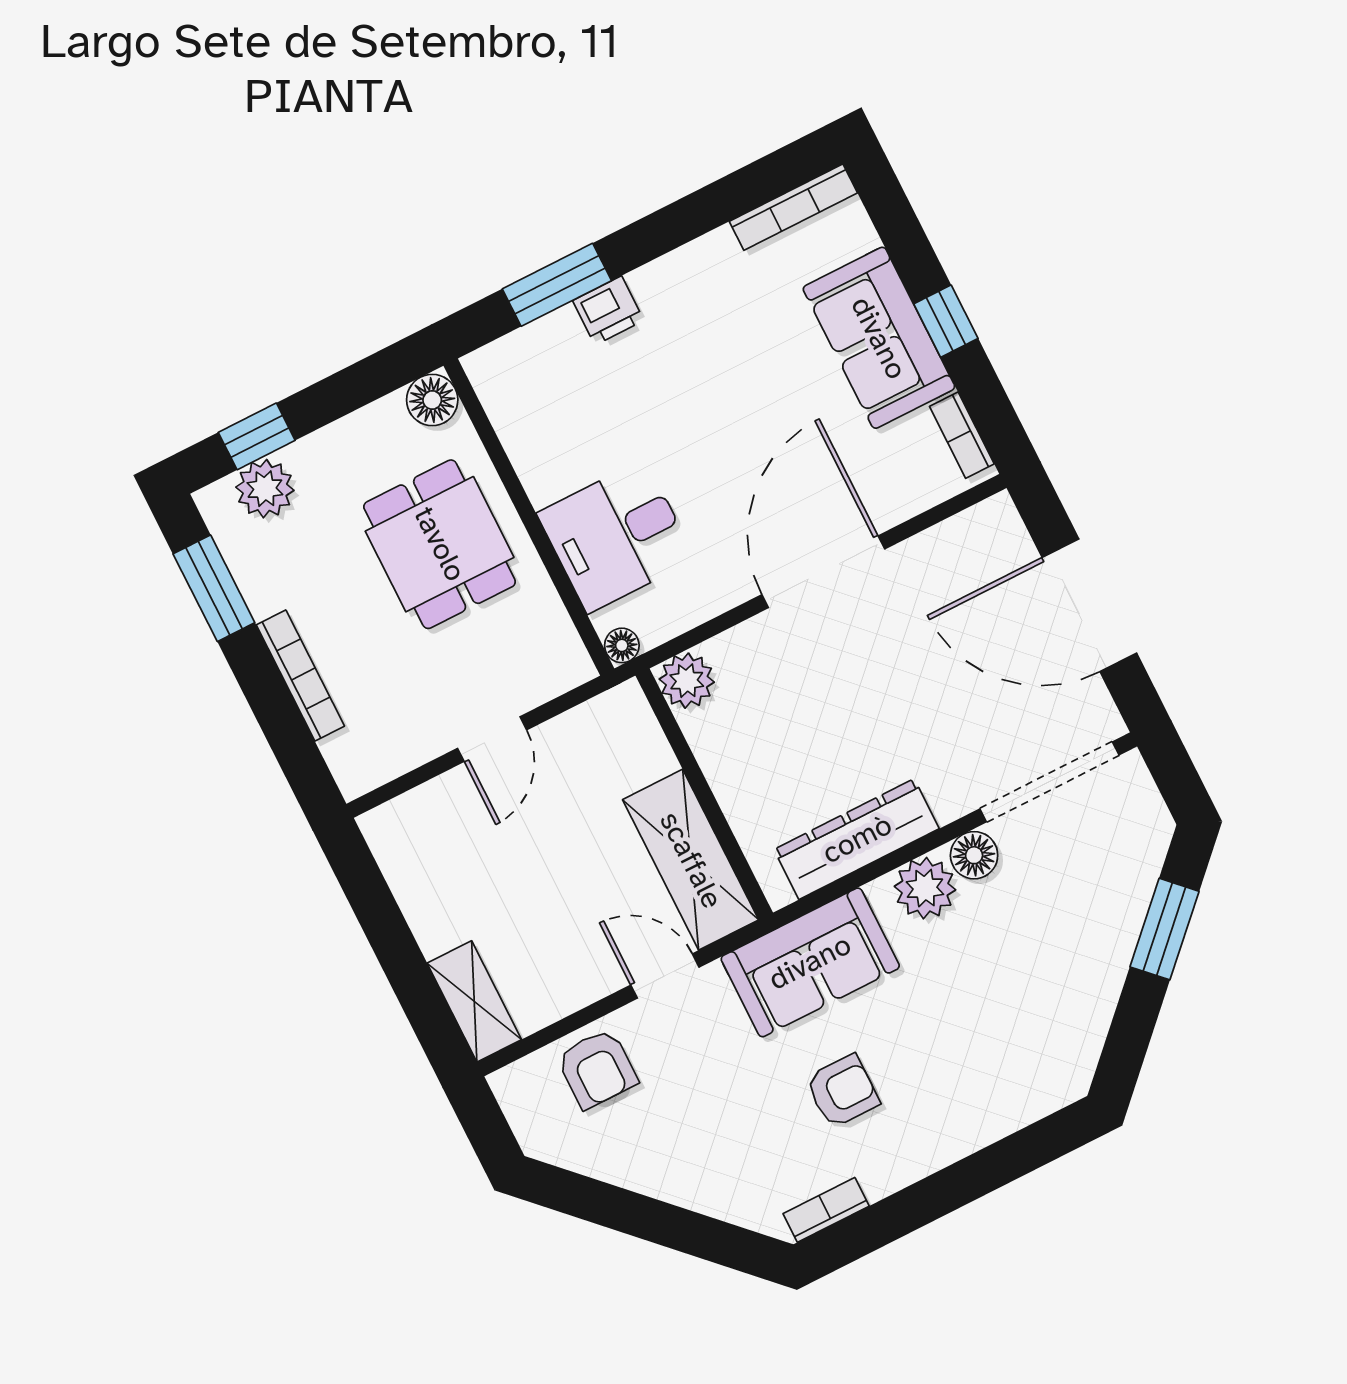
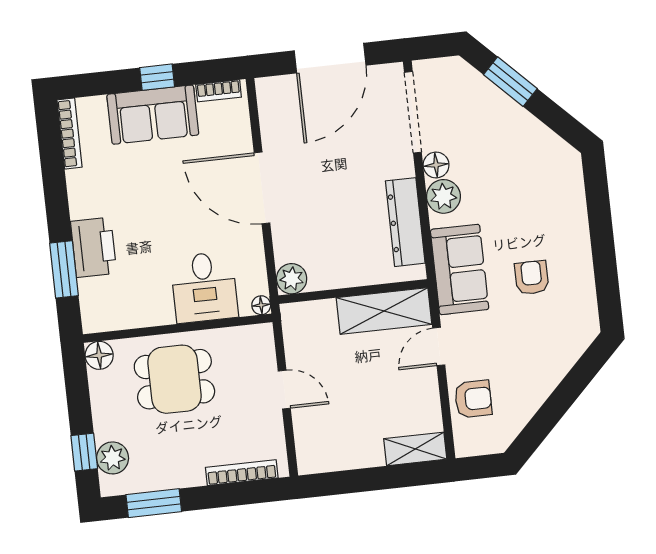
printer: (608, 311) -> (94, 247), width x1.87, depth x1.48
bookcase: (300, 676) -> (242, 473), moved
bookcase: (826, 1210) -> (589, 309), removed

